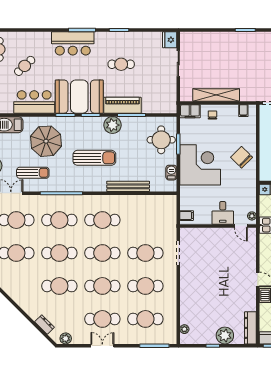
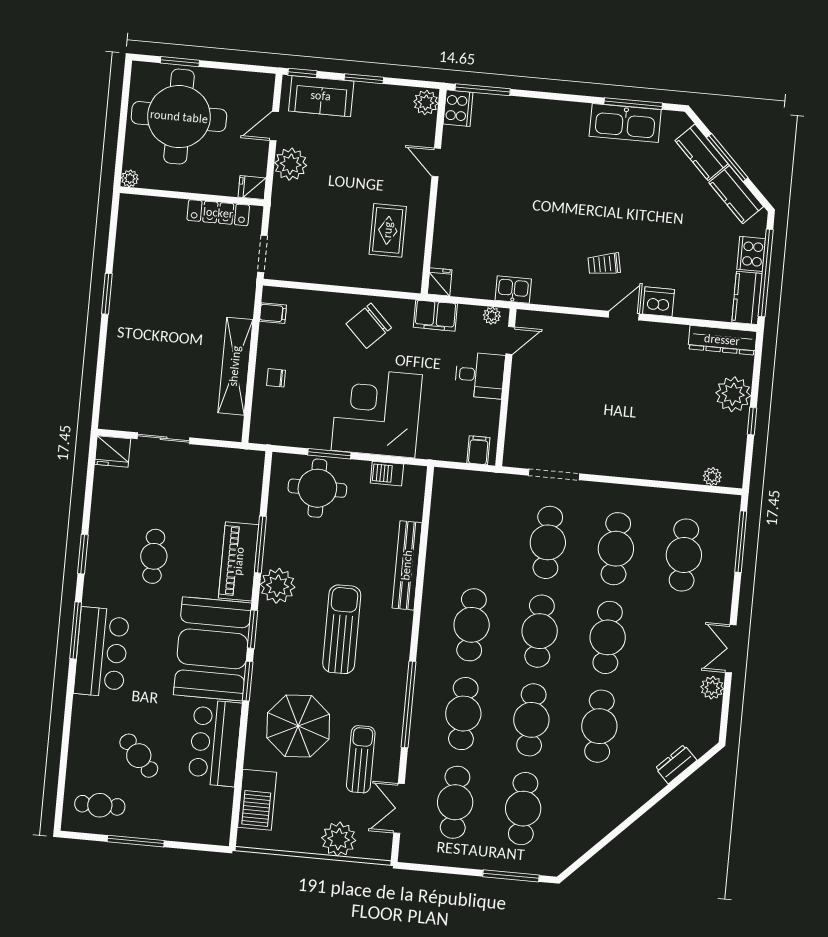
filing cabinet: (190, 111) -> (435, 316), moved, turned 90
cafe table: (102, 319) -> (676, 644), removed
plant: (66, 338) -> (712, 688), moved

